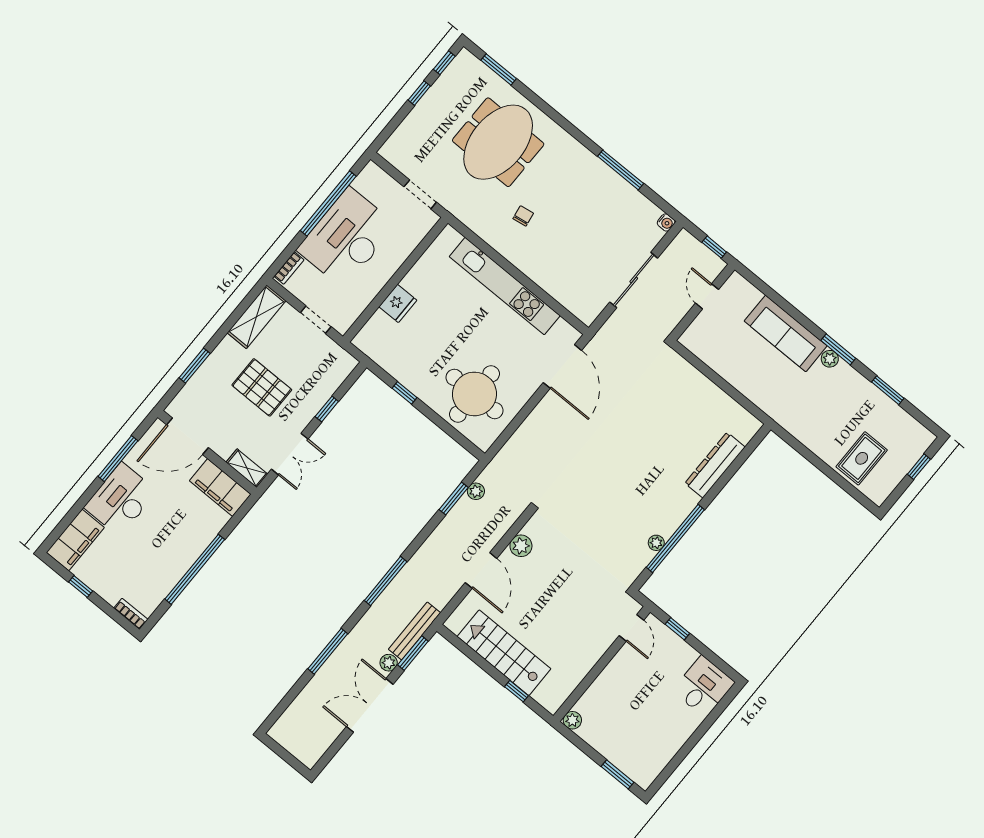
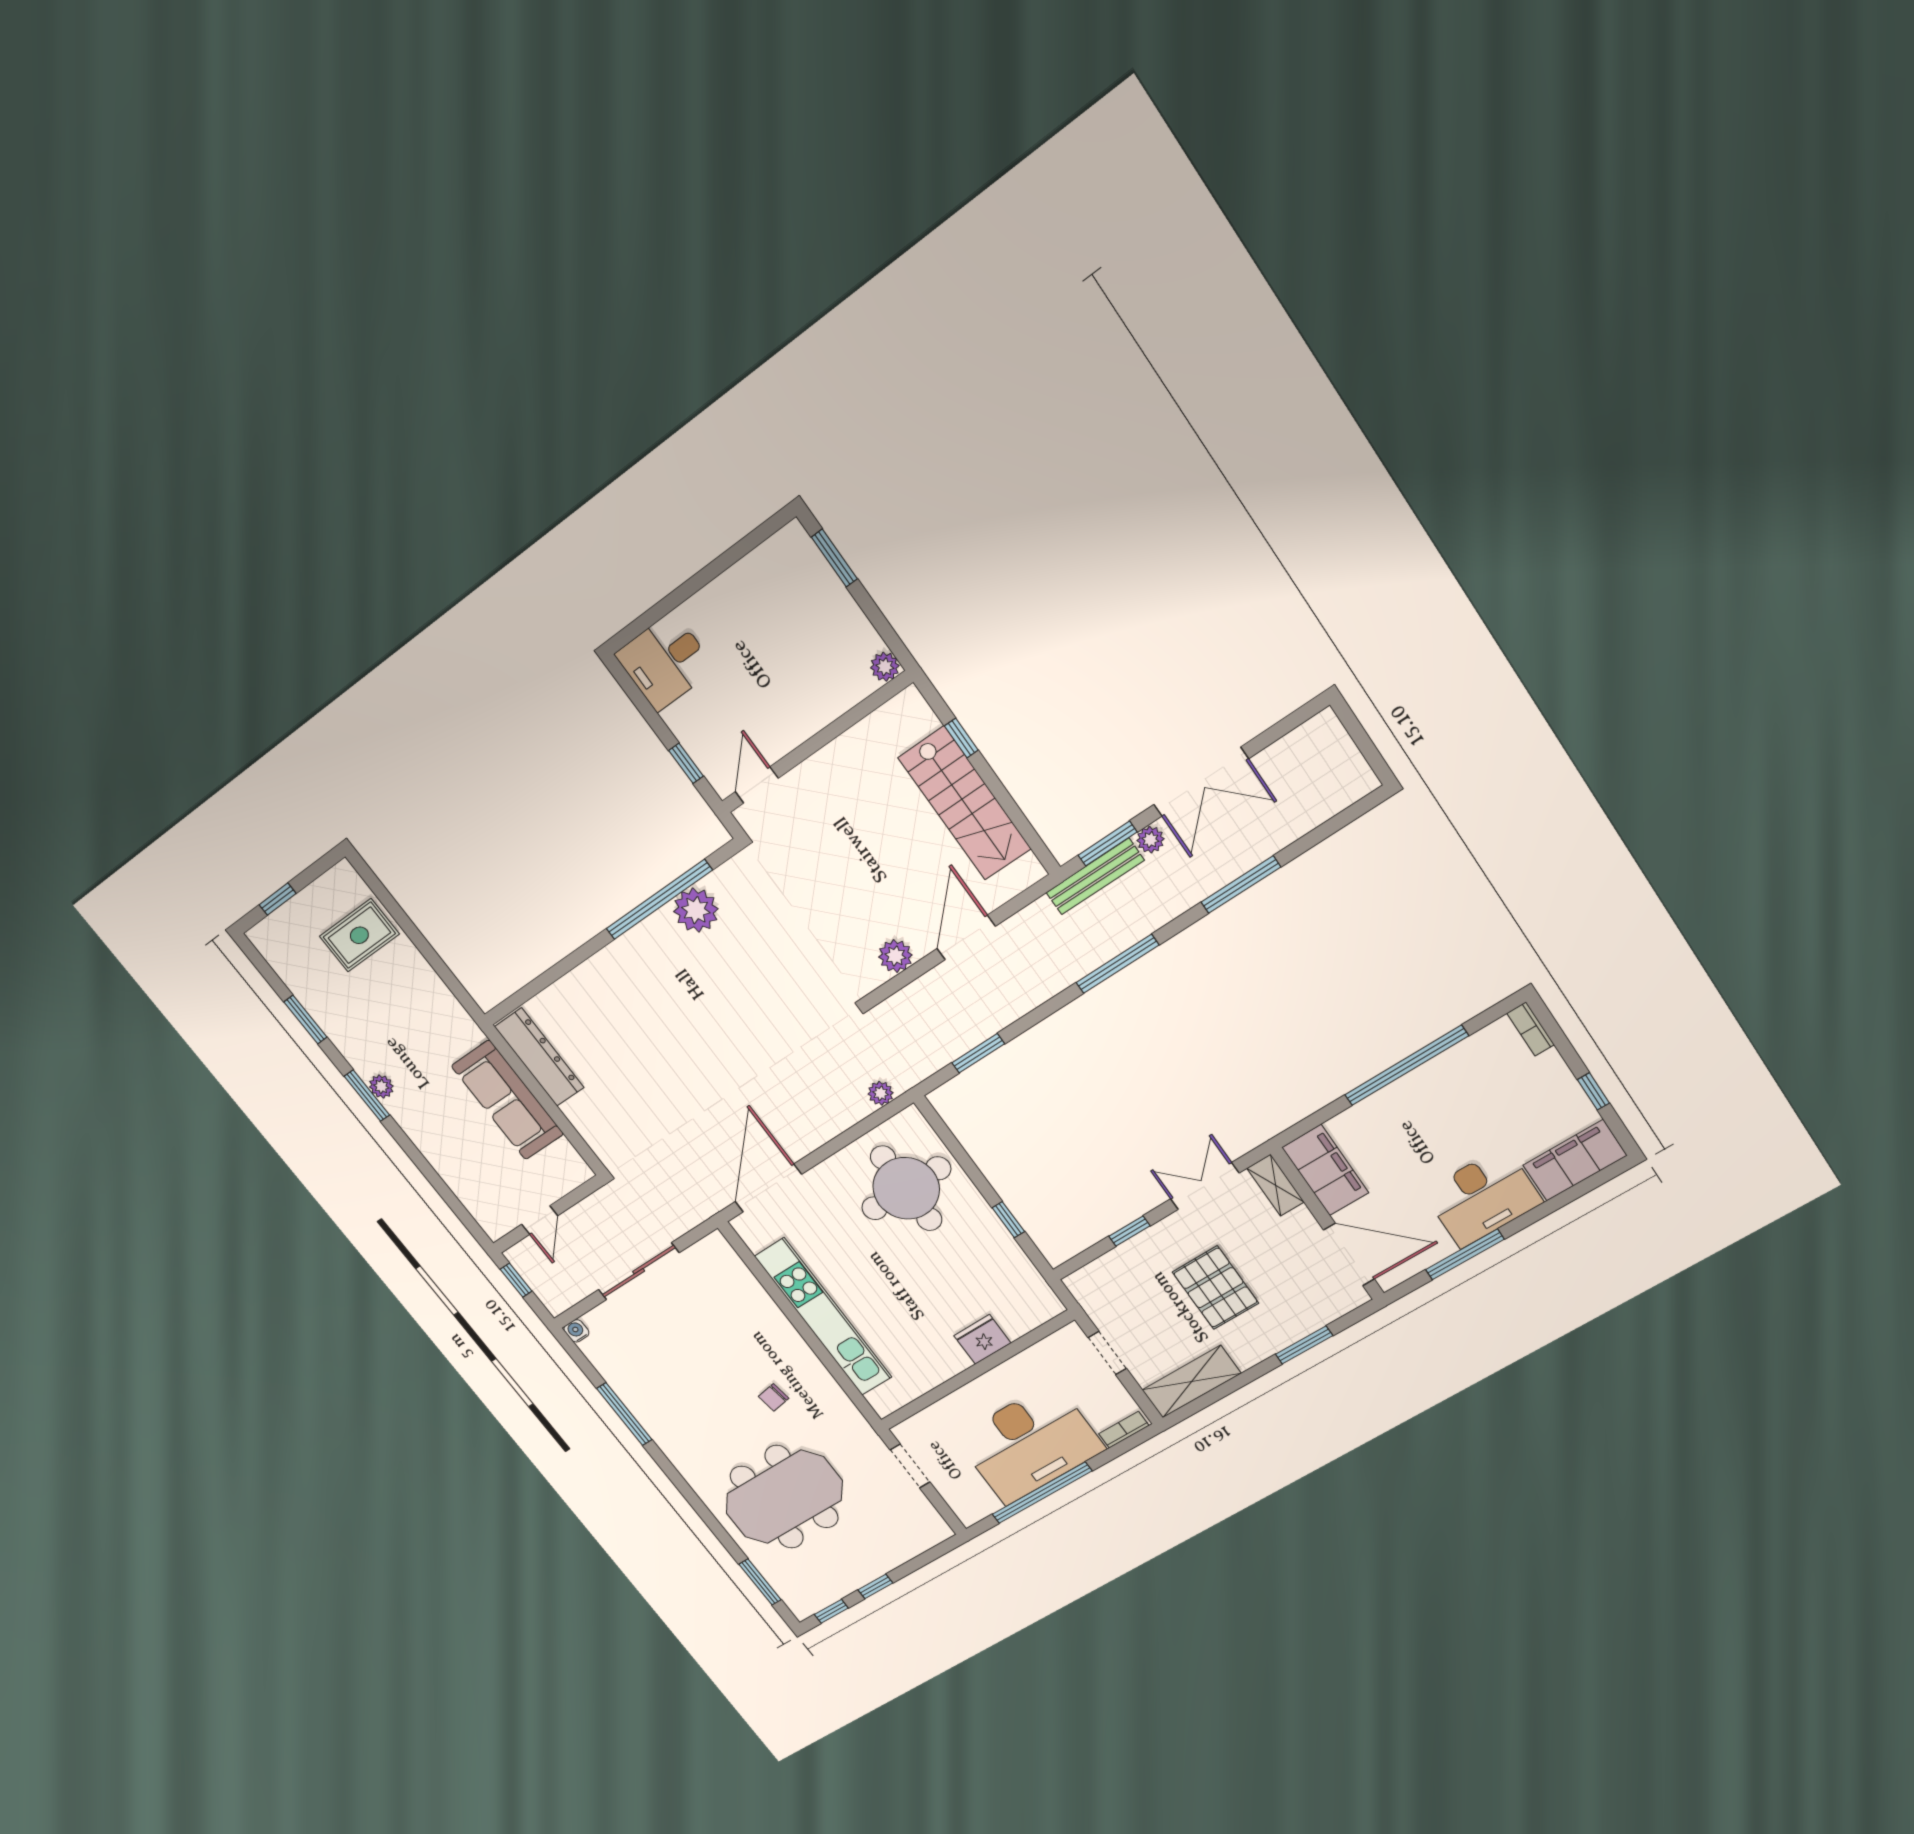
sofa: (786, 333) -> (508, 1100), moved, turned 180
dresser: (715, 465) -> (539, 1057), moved, turned -90
plant: (476, 491) -> (881, 1093), moved
plant: (656, 543) -> (696, 910), width x1.87, depth x1.87

